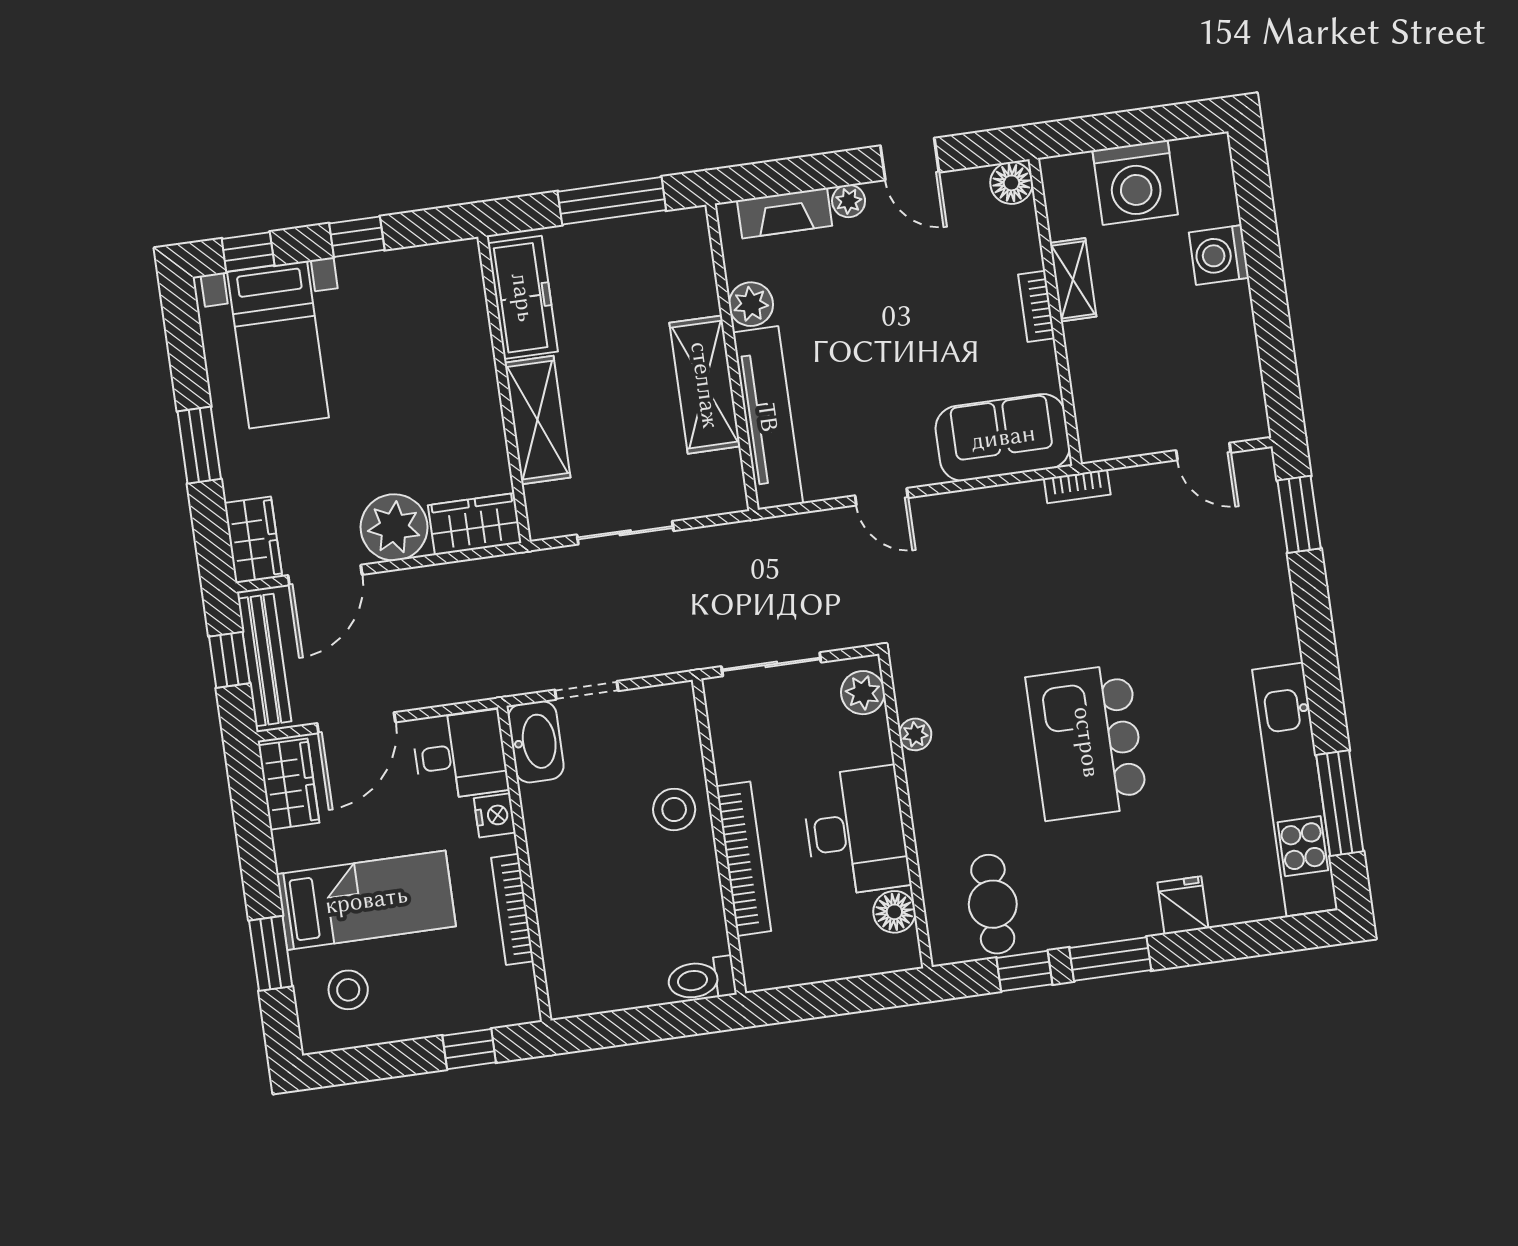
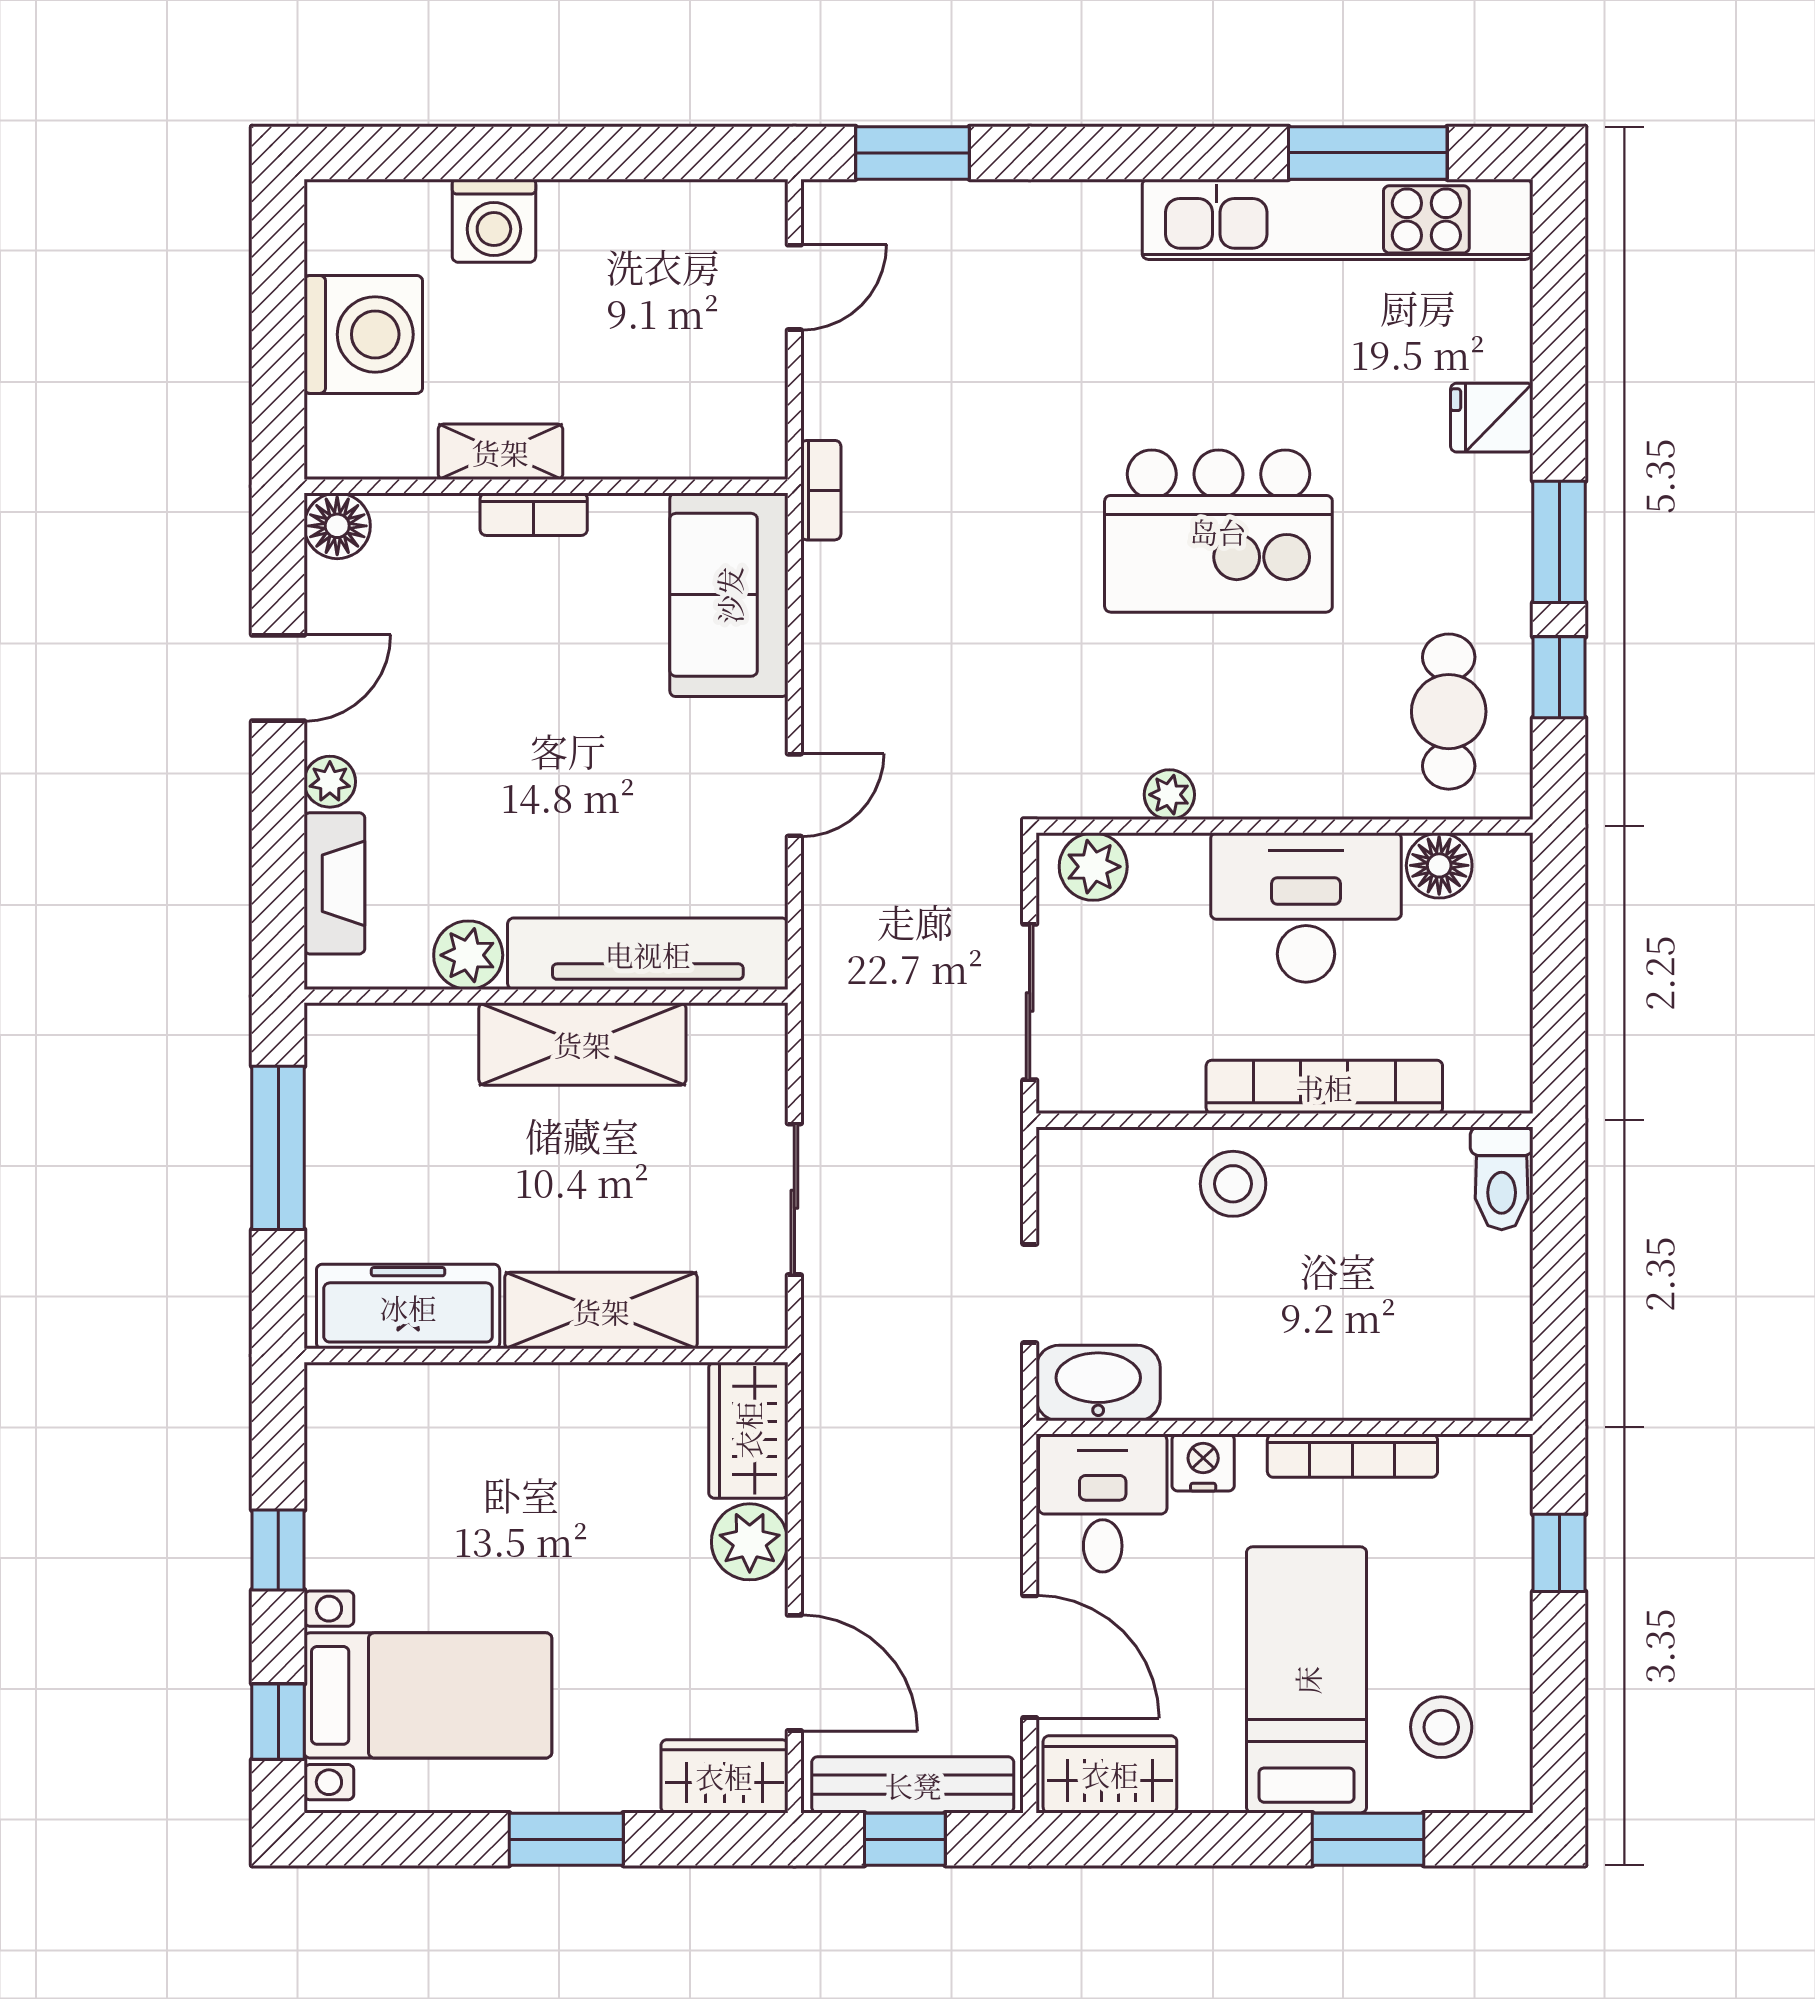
plant: (394, 527) -> (750, 1542), width x0.73, depth x0.73
cafe table: (993, 904) -> (1449, 712), turned 90

